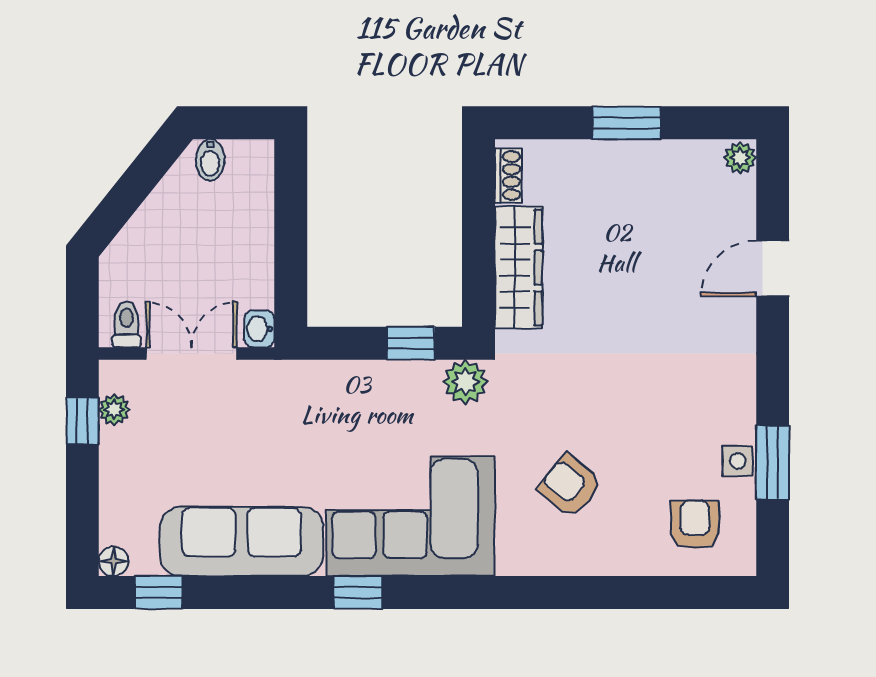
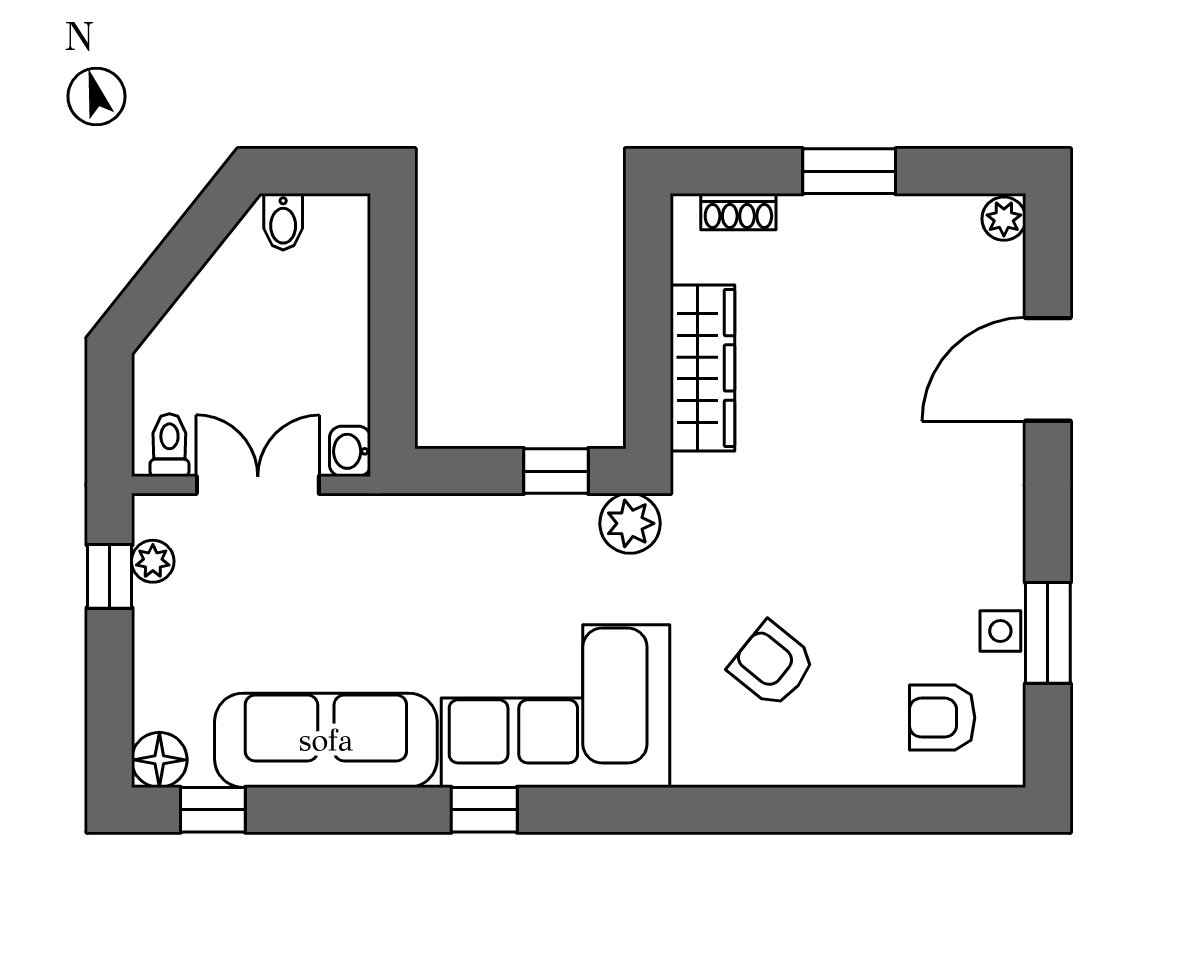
shoe rack: (508, 176) -> (738, 212), moved, turned 90
door: (773, 269) -> (1048, 369), width x1.38
armchair: (695, 525) -> (942, 718), turned -90
floor lamp: (114, 561) -> (159, 760), width x1.37, depth x1.37

